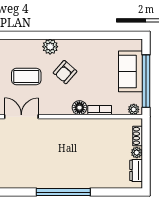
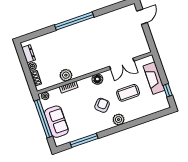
window: (103, 35) -> (84, 140), added
floor lamp: (79, 108) -> (97, 79), moved
plant: (98, 127) -> (66, 75), added

